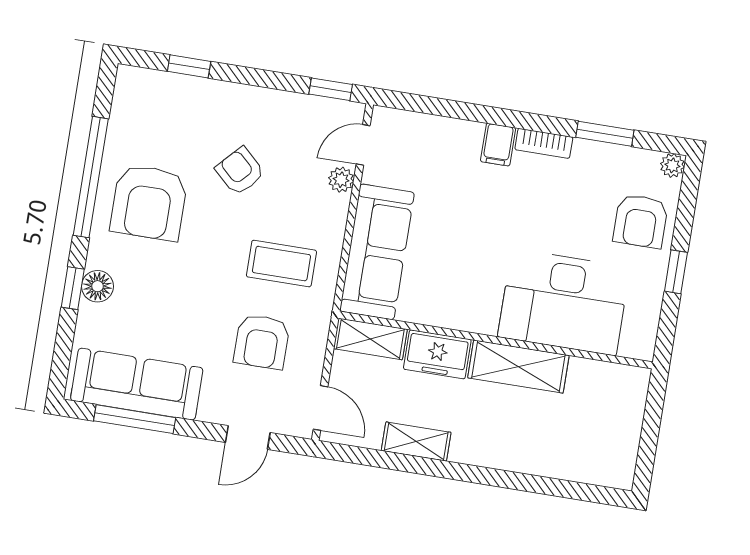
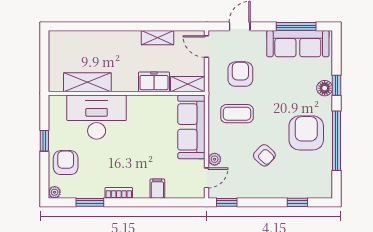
filing cabinet: (498, 145) -> (157, 189), moved
shelving: (518, 367) -> (87, 82), moved

